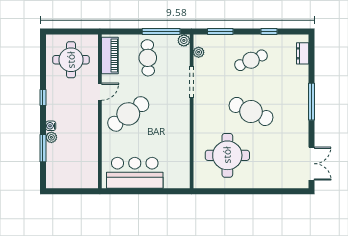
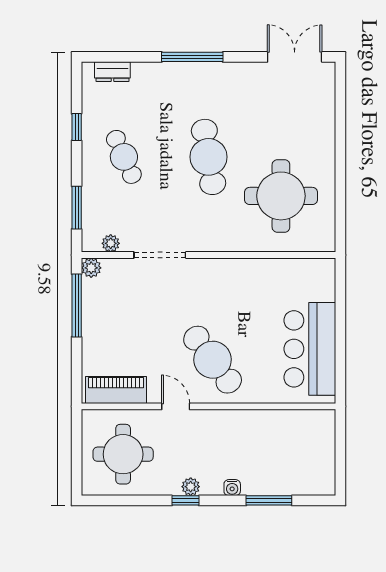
cafe table: (148, 58) -> (120, 327), removed
cafe table: (251, 111) -> (209, 157), turned -33
plant: (51, 137) -> (191, 487), moved

